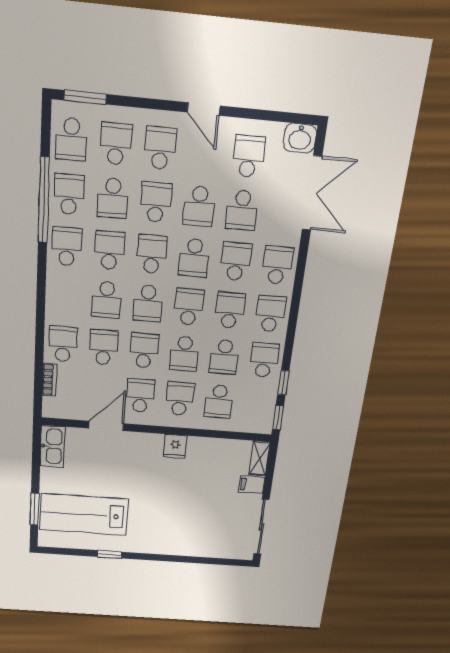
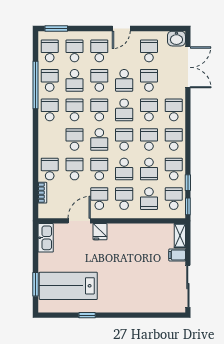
door: (204, 109) -> (121, 29), hinge flipped
school desk: (71, 139) -> (50, 51), turned 180
school desk: (242, 210) -> (149, 80), turned 180
school desk: (106, 300) -> (74, 139), turned 180
school desk: (258, 405) -> (174, 199), added
fridge: (175, 447) -> (100, 232), moved

